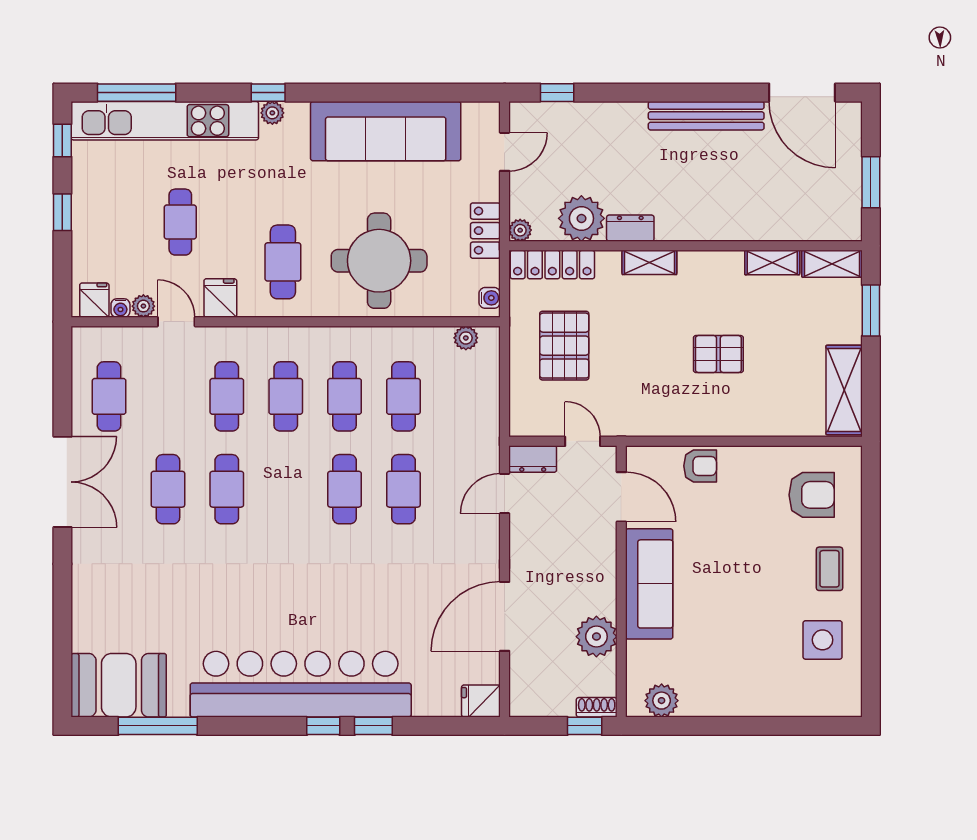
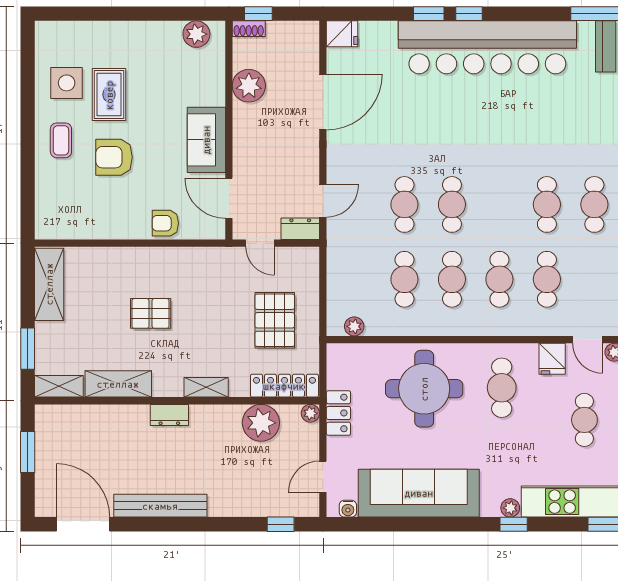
dresser: (630, 228) -> (169, 415), moved
shelving: (772, 263) -> (118, 384), width x1.50, depth x1.33
water cooler: (490, 298) -> (348, 509), moved, turned -90
armchair: (812, 495) -> (114, 157), moved
sofa: (649, 584) -> (206, 140), width x0.73
rug: (770, 626) -> (109, 95), added

